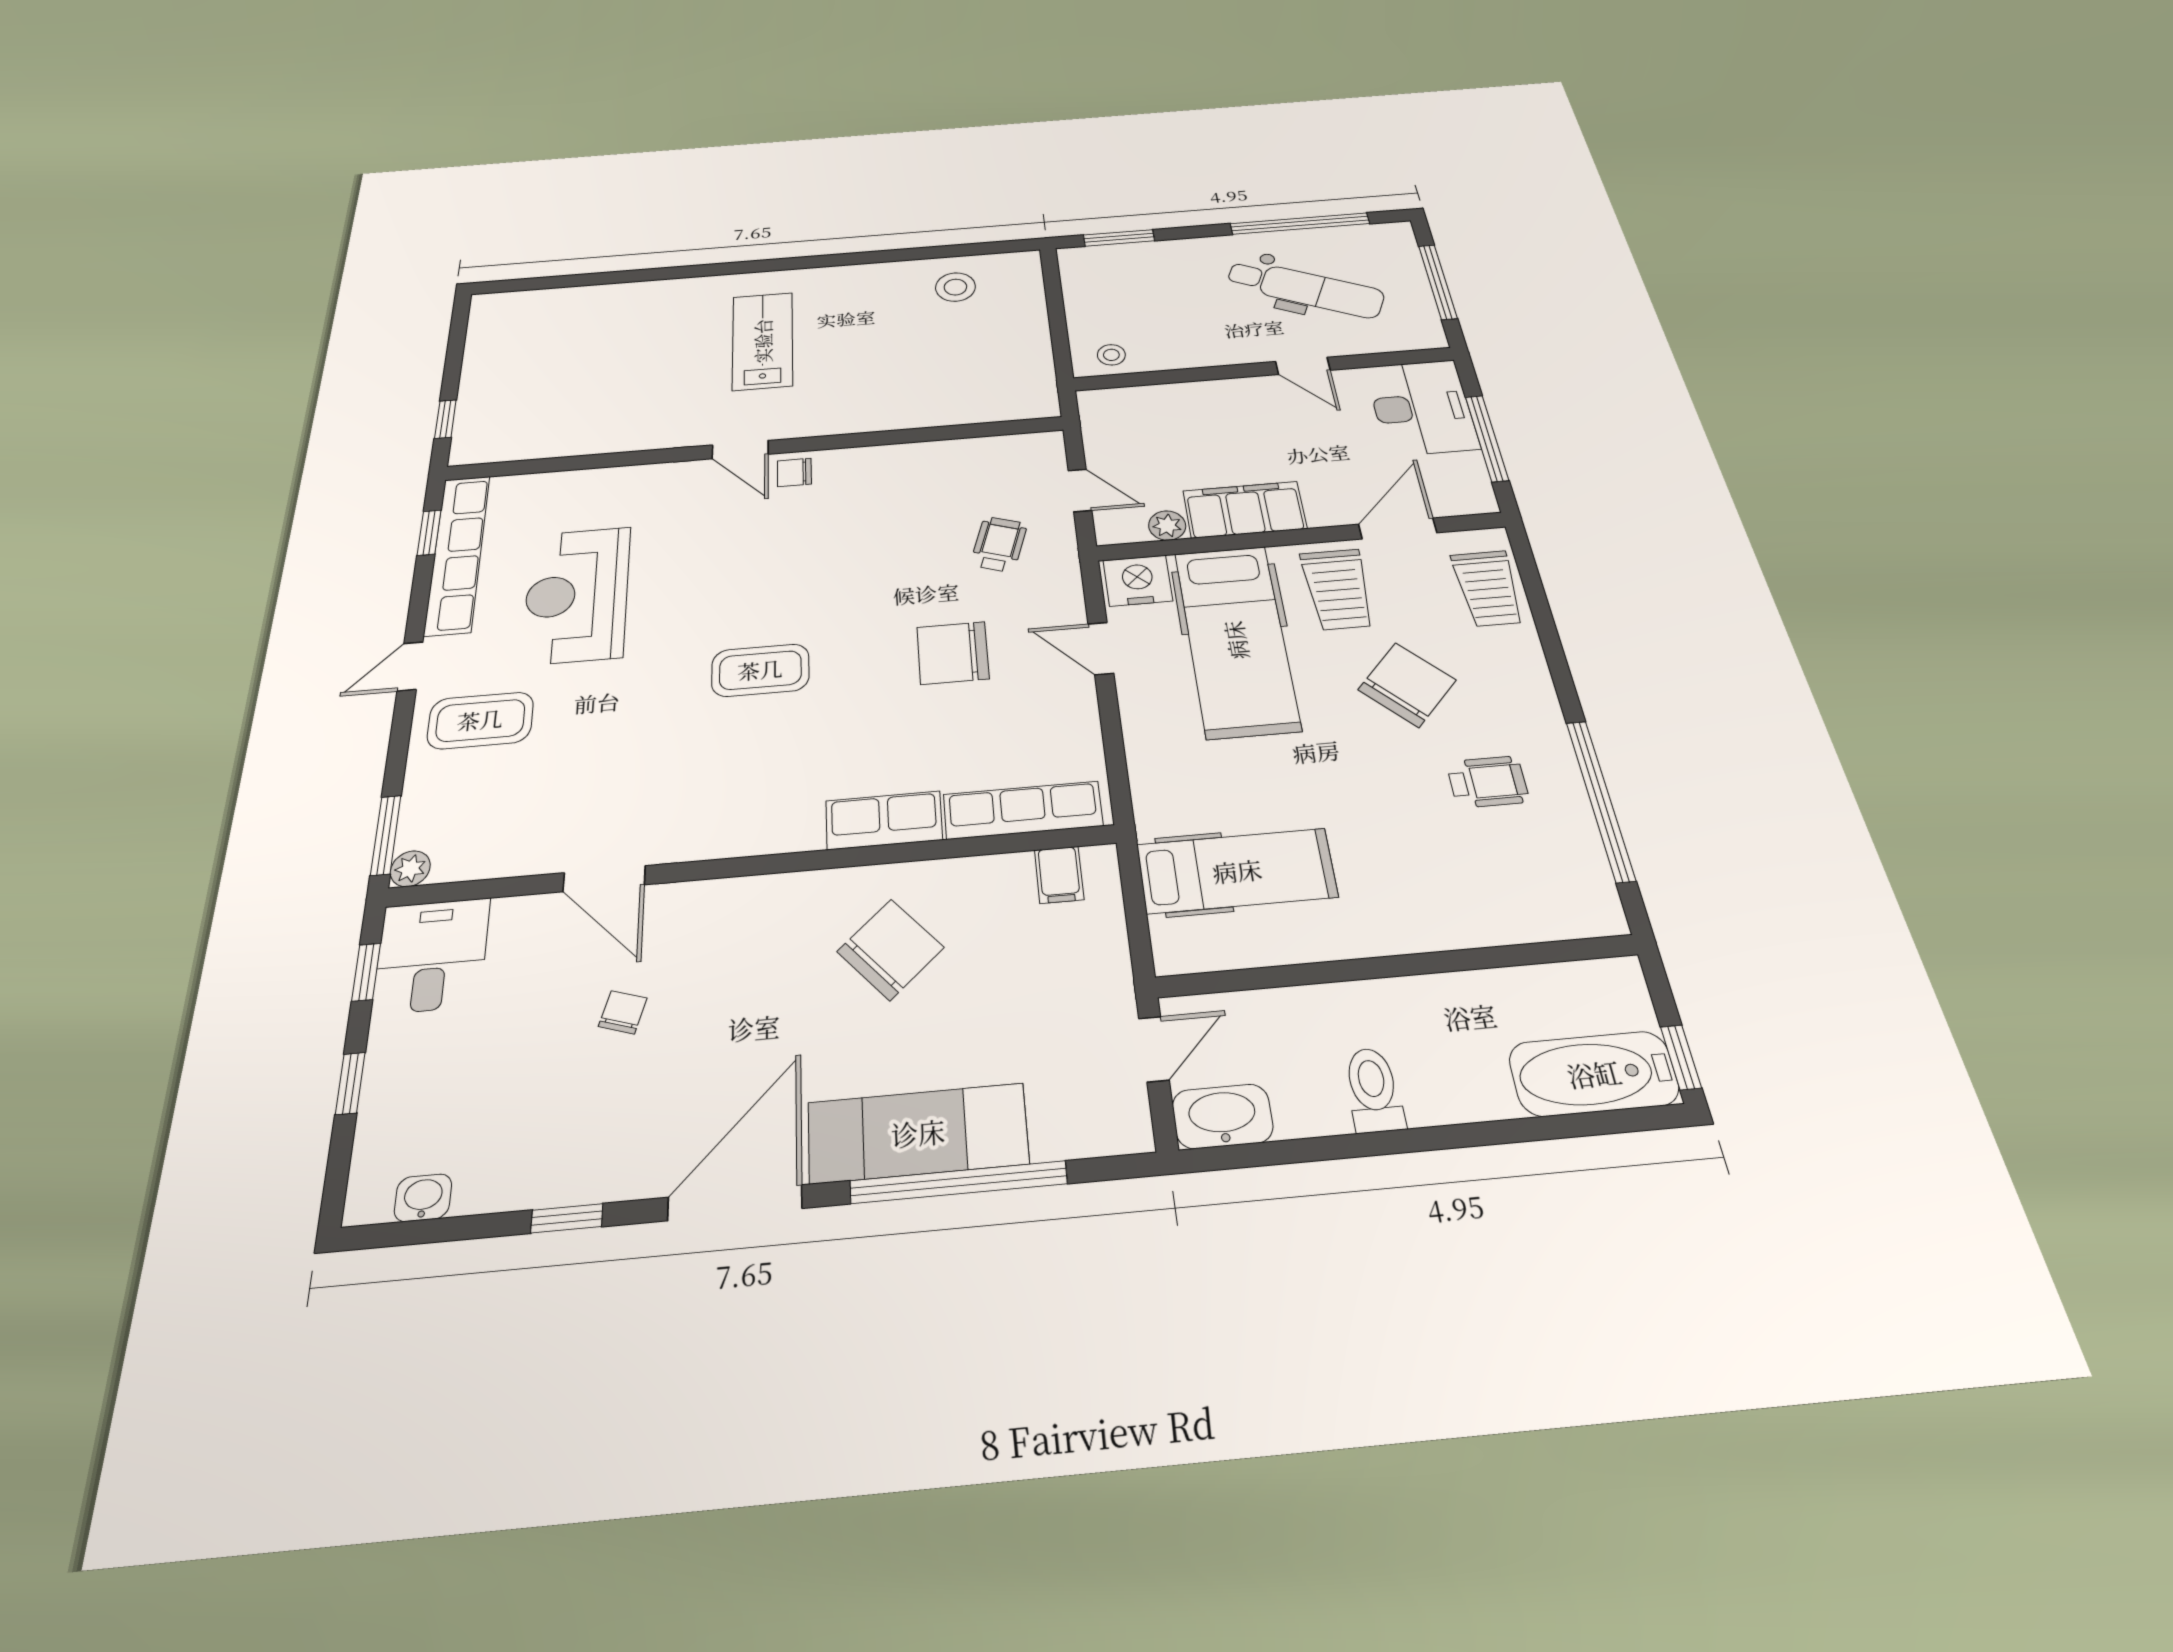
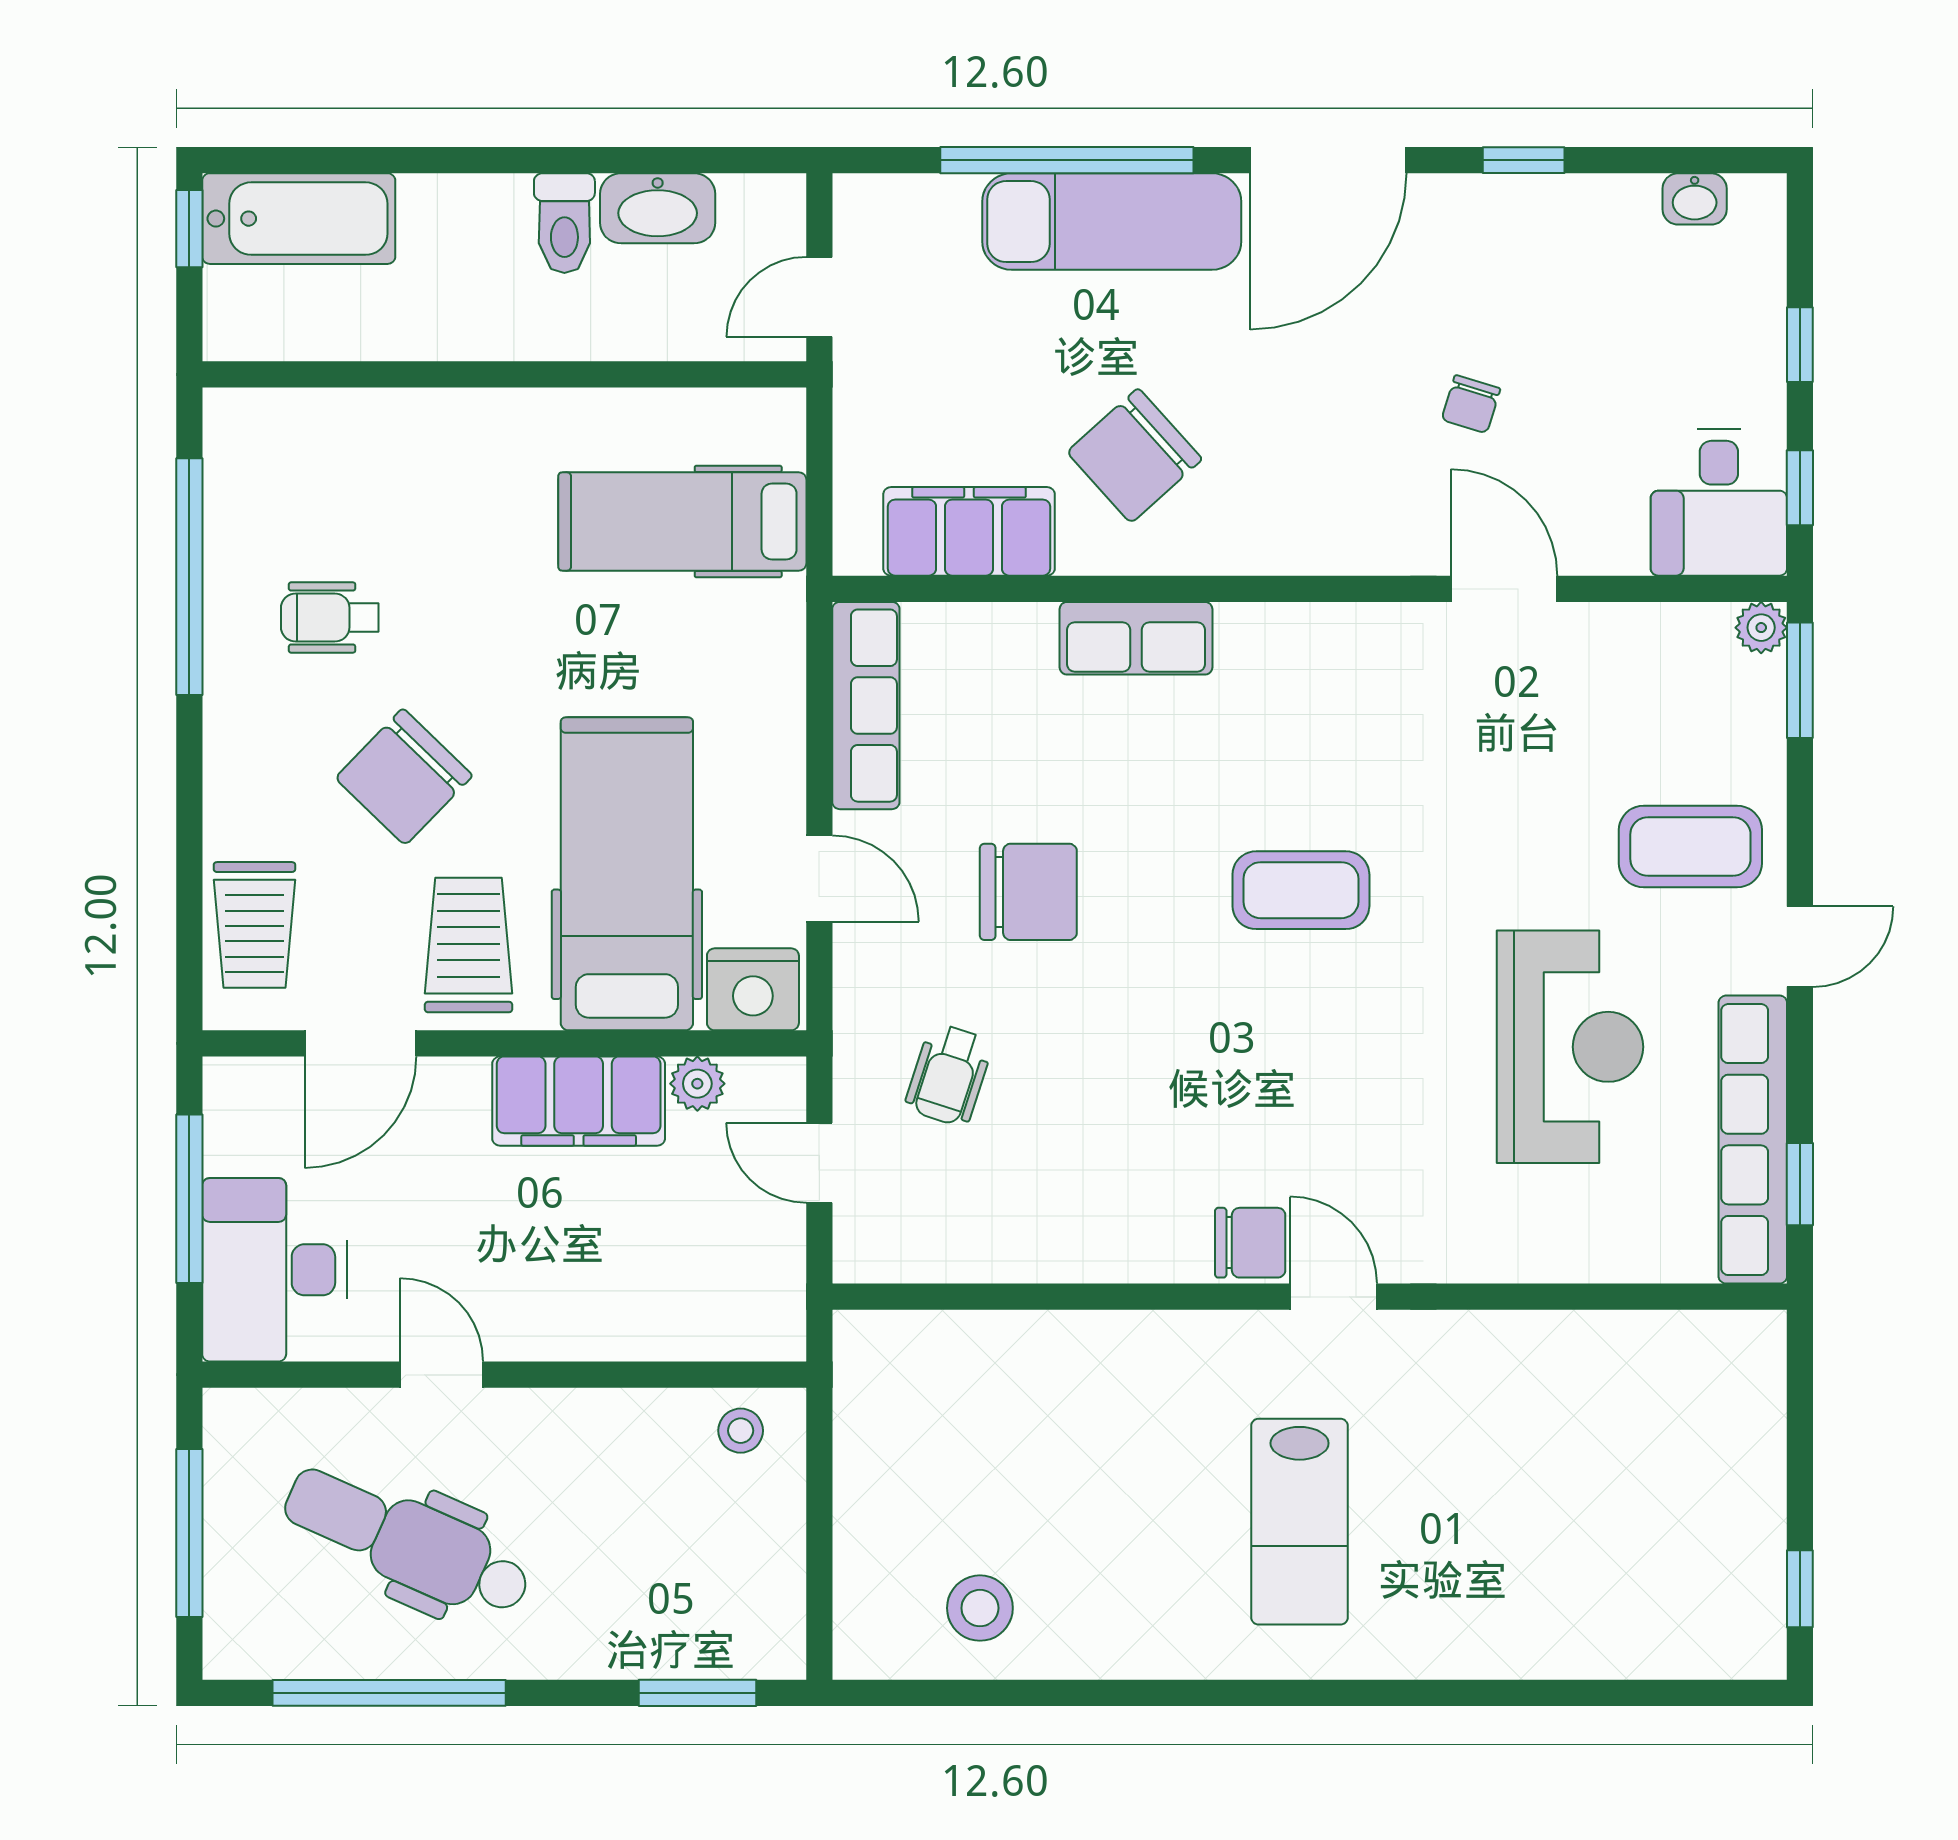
window: (445, 419) -> (1800, 1589), moved
chair: (794, 472) -> (1250, 1243), width x1.37, depth x1.37
trolley: (1488, 588) -> (254, 925), turned 180
row of seats: (1023, 810) -> (866, 706), moved, turned -90
filing cabinet: (1059, 875) -> (969, 531), width x3.00, depth x1.17
washbasin: (1222, 1116) -> (658, 208), moved

